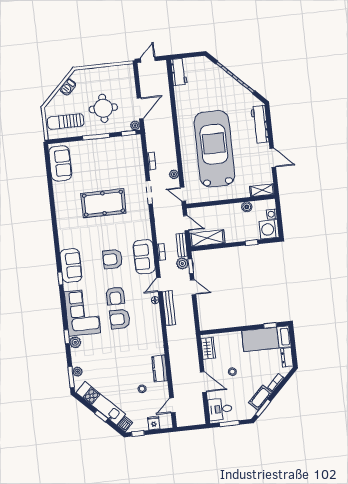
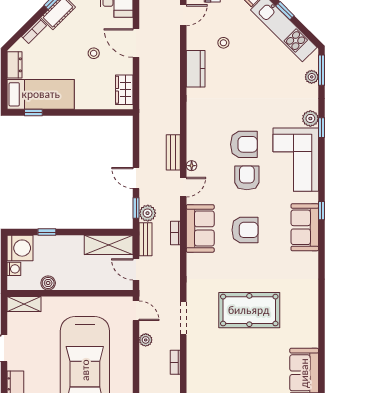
bench: (169, 308) -> (173, 152), width x0.73

